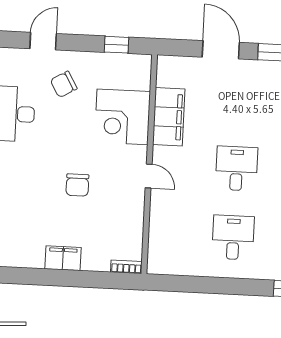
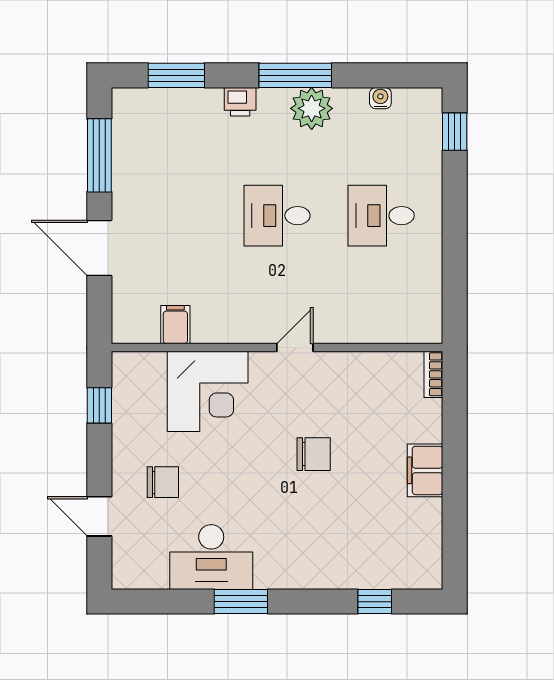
door: (221, 50) -> (99, 248), hinge flipped
chair: (64, 84) -> (163, 482), turned -60
filing cabinet: (169, 117) -> (175, 325), width x0.33, depth x0.86

